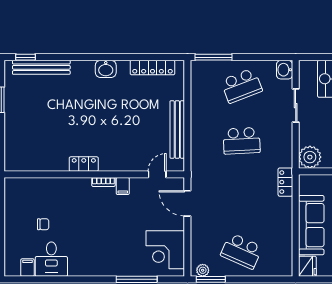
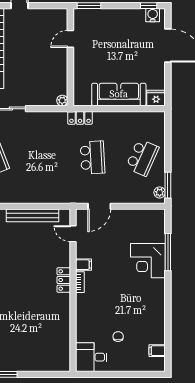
school desk: (242, 141) -> (92, 157), moved
plant: (310, 157) -> (62, 100), width x0.53, depth x0.53
locker: (84, 164) -> (64, 280), moved
corner desk: (165, 250) -> (148, 261), moved, turned 90
desk: (51, 259) -> (91, 357), moved, turned 180

